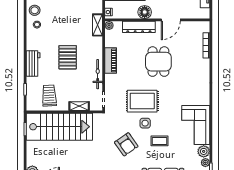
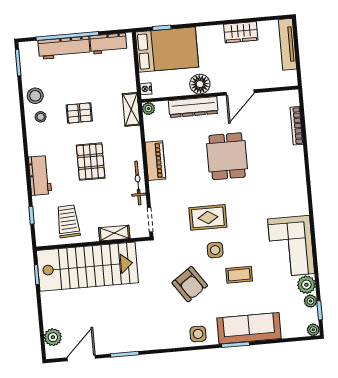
pallet: (63, 24) -> (79, 113), added
rug: (142, 101) -> (208, 217), width x0.73, depth x0.70

